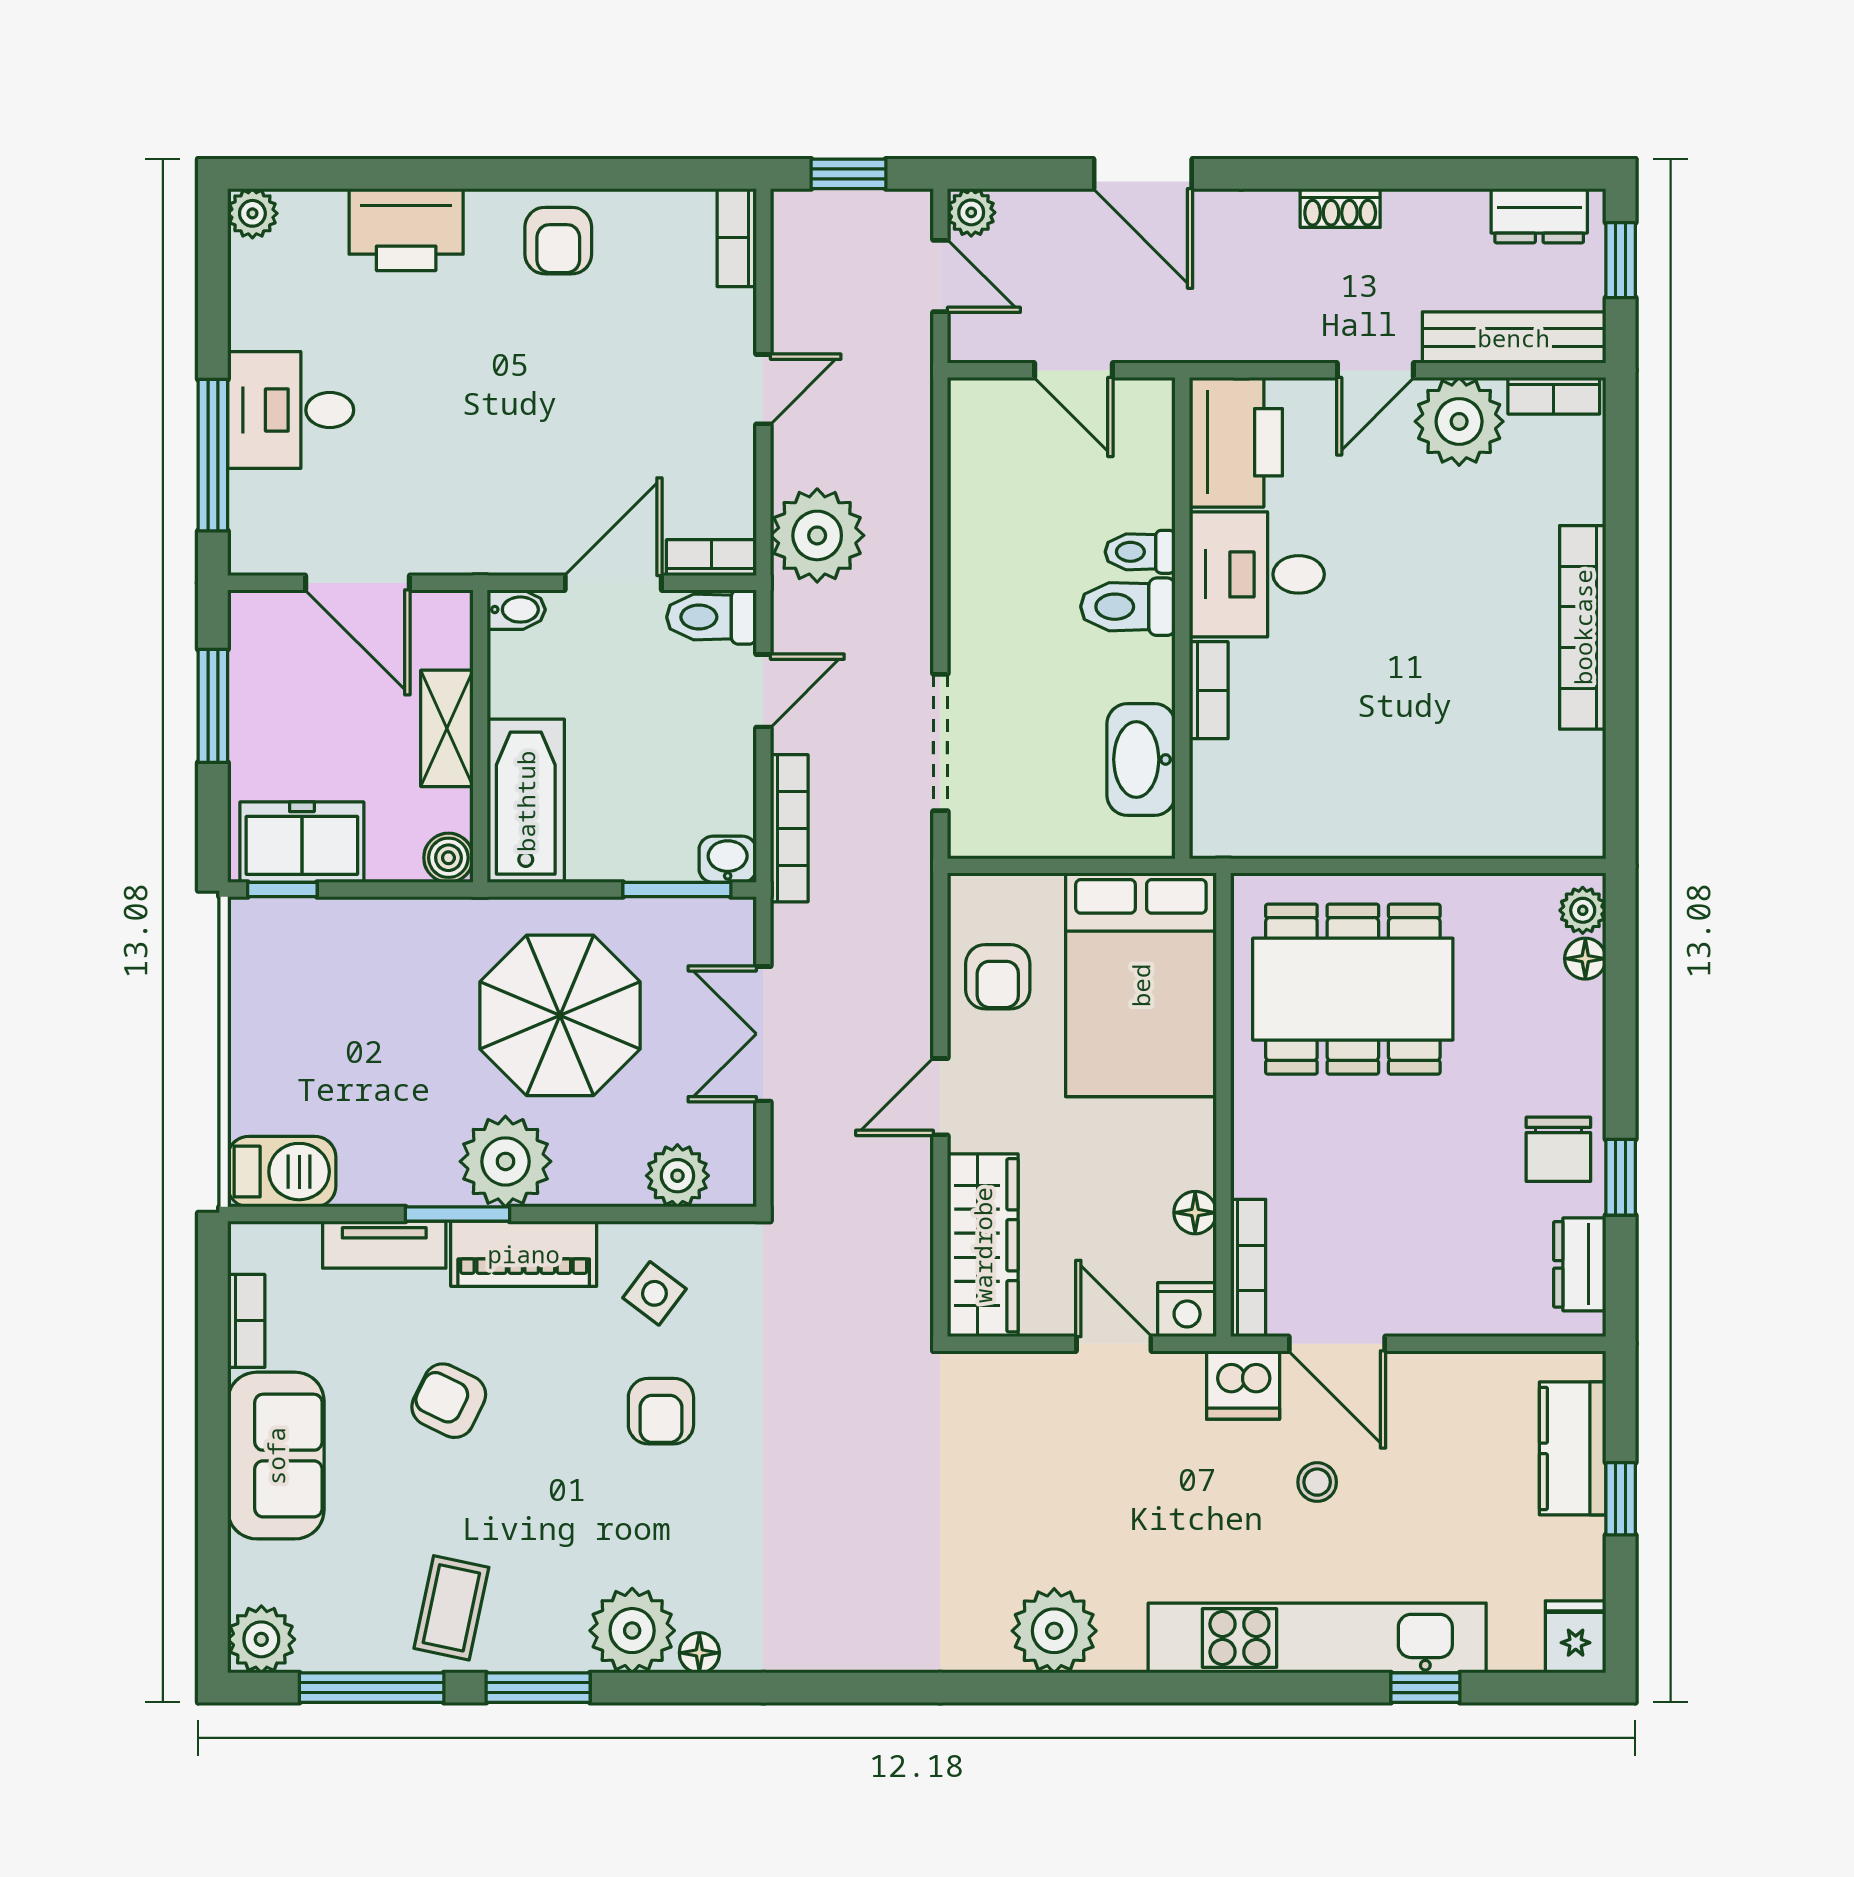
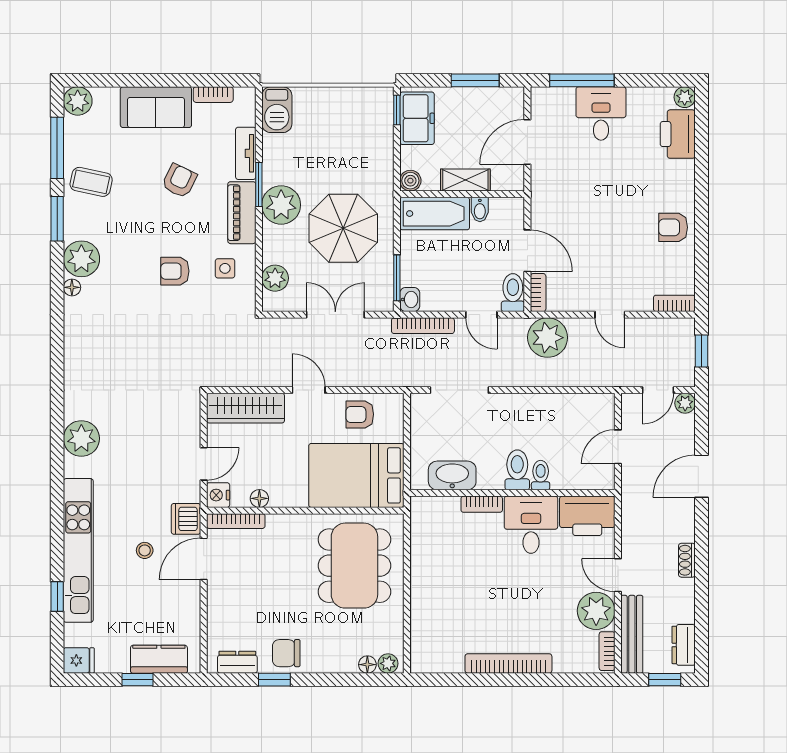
printer: (406, 230) -> (678, 134), moved
bidet: (516, 610) -> (480, 210), moved
side table: (654, 1293) -> (225, 268), turned -37

